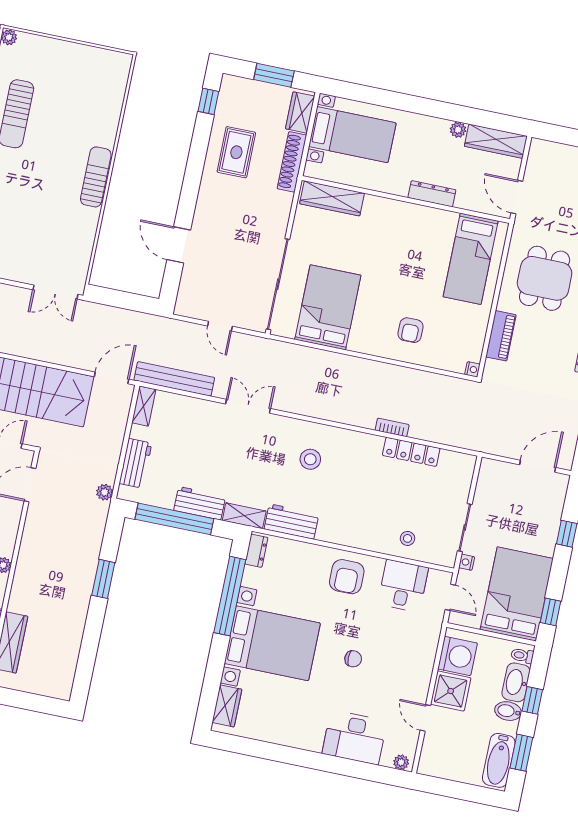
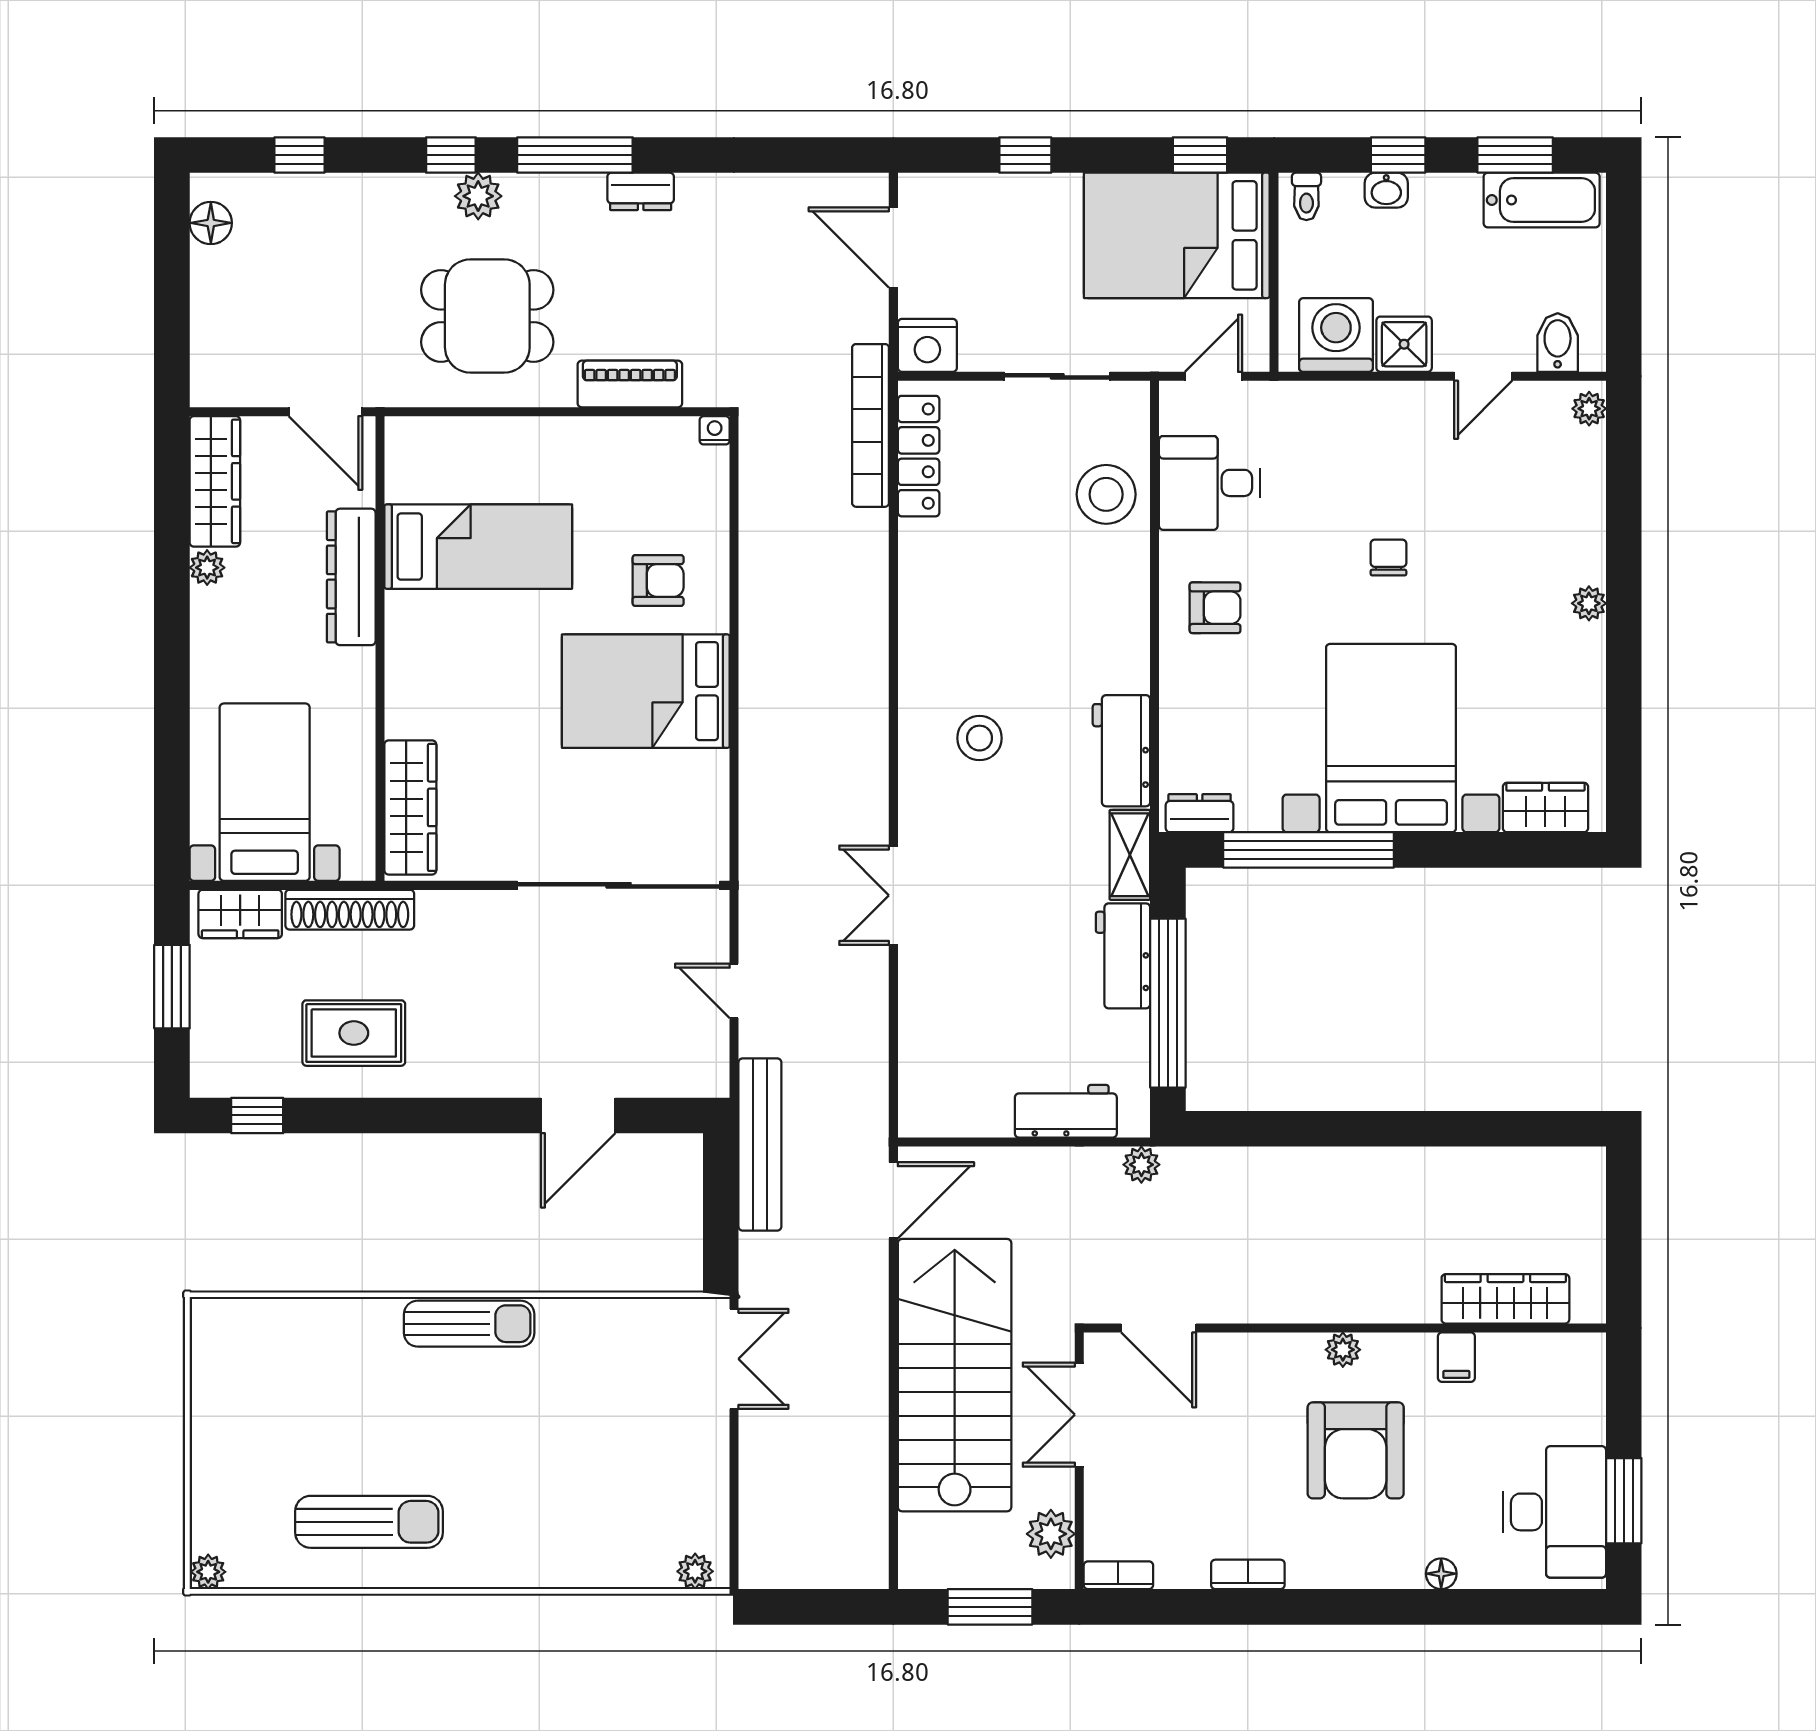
sun lounger: (96, 177) -> (469, 1324), turned 180
dresser: (432, 194) -> (351, 577), width x1.37, depth x1.24
door: (517, 197) -> (325, 412), hinge flipped
bed: (471, 259) -> (478, 547), moved
bed: (328, 307) -> (646, 691), moved
door: (220, 326) -> (734, 991), swing flipped
door: (112, 378) -> (893, 1200), swing flipped
bench: (174, 379) -> (760, 1145), moved
shelving: (144, 406) -> (939, 1119), removed
bookcase: (392, 427) -> (871, 425), moved, width x2.31, depth x1.31
locker: (411, 452) -> (919, 456), moved
stool: (408, 538) -> (1106, 494), width x1.89, depth x1.89
nightstand: (467, 562) -> (927, 345), moved, width x1.89, depth x1.79
armchair: (347, 577) -> (1215, 608), width x0.72, depth x0.72
window: (103, 579) -> (1328, 1129), removed
washbasin: (516, 682) -> (1386, 190), width x0.52, depth x0.69
shower: (451, 691) -> (1404, 344), width x0.73, depth x0.73
bidet: (508, 711) -> (1558, 343), moved, turned 180
desk: (354, 737) -> (1557, 520), removed
plant: (314, 744) -> (1589, 603), added

